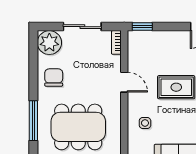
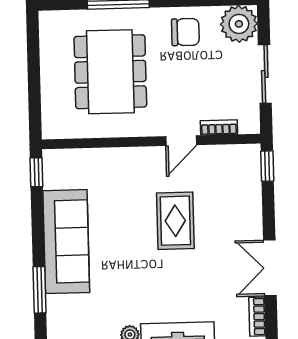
bookcase: (116, 42) -> (219, 127), moved
side table: (145, 123) -> (119, 174), removed

